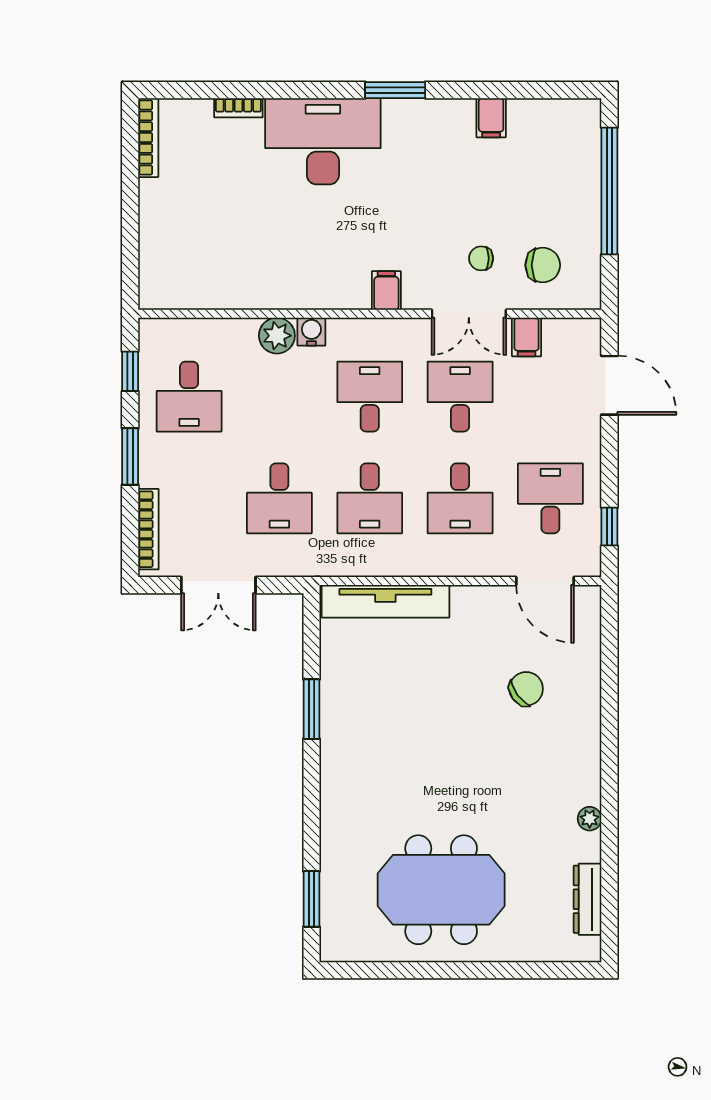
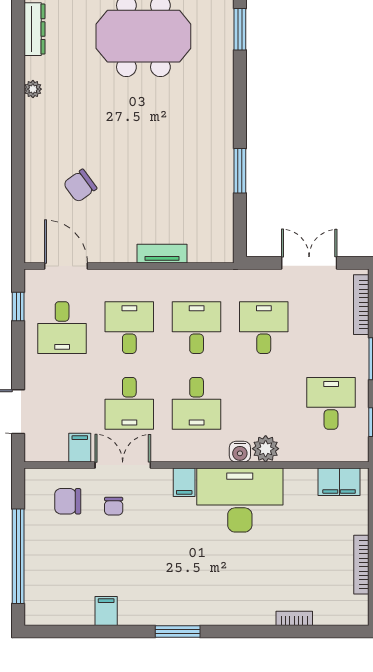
bookcase: (148, 138) -> (361, 565), moved
desk: (323, 141) -> (240, 500), moved, turned 180
chair: (481, 258) -> (114, 506), turned 90
filing cabinet: (178, 291) -> (339, 482), added
tv unit: (385, 601) -> (162, 254), width x0.52, depth x0.78

